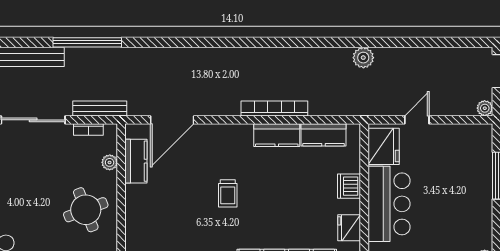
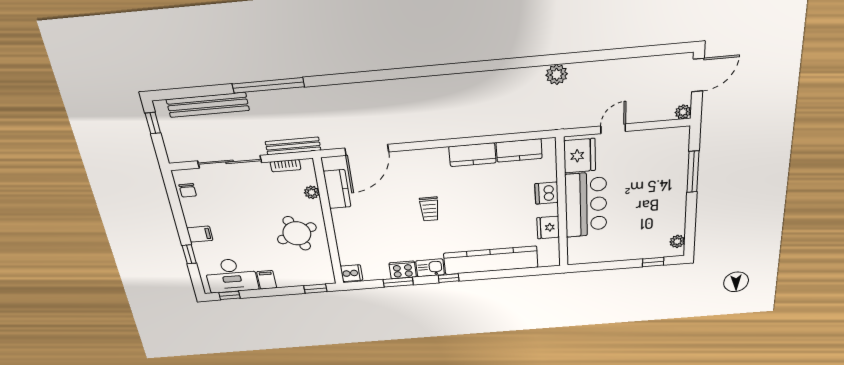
bookcase: (274, 108) -> (468, 131), removed

